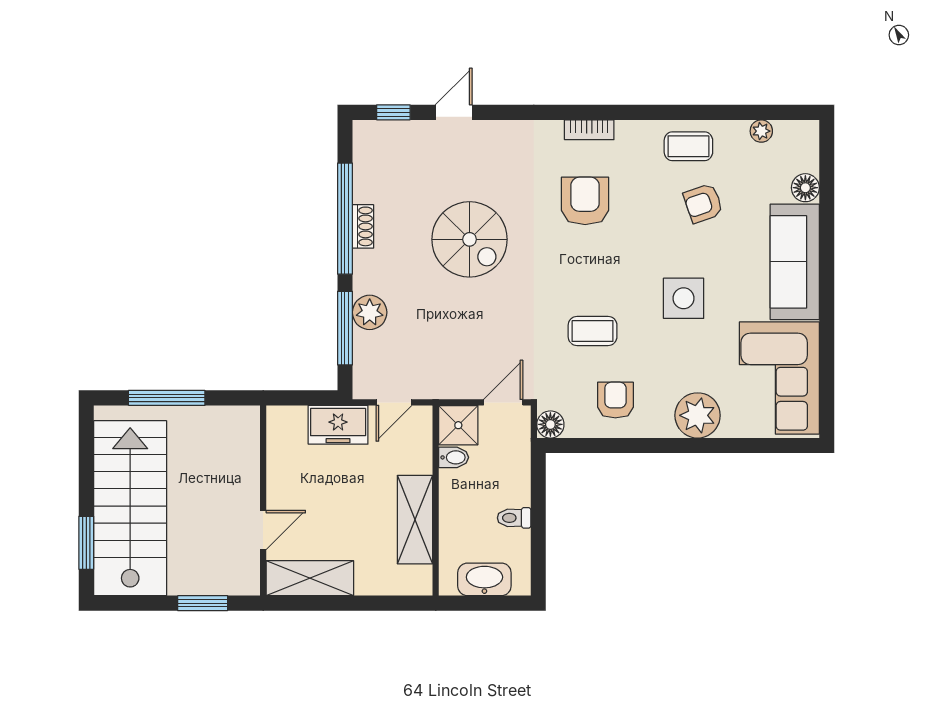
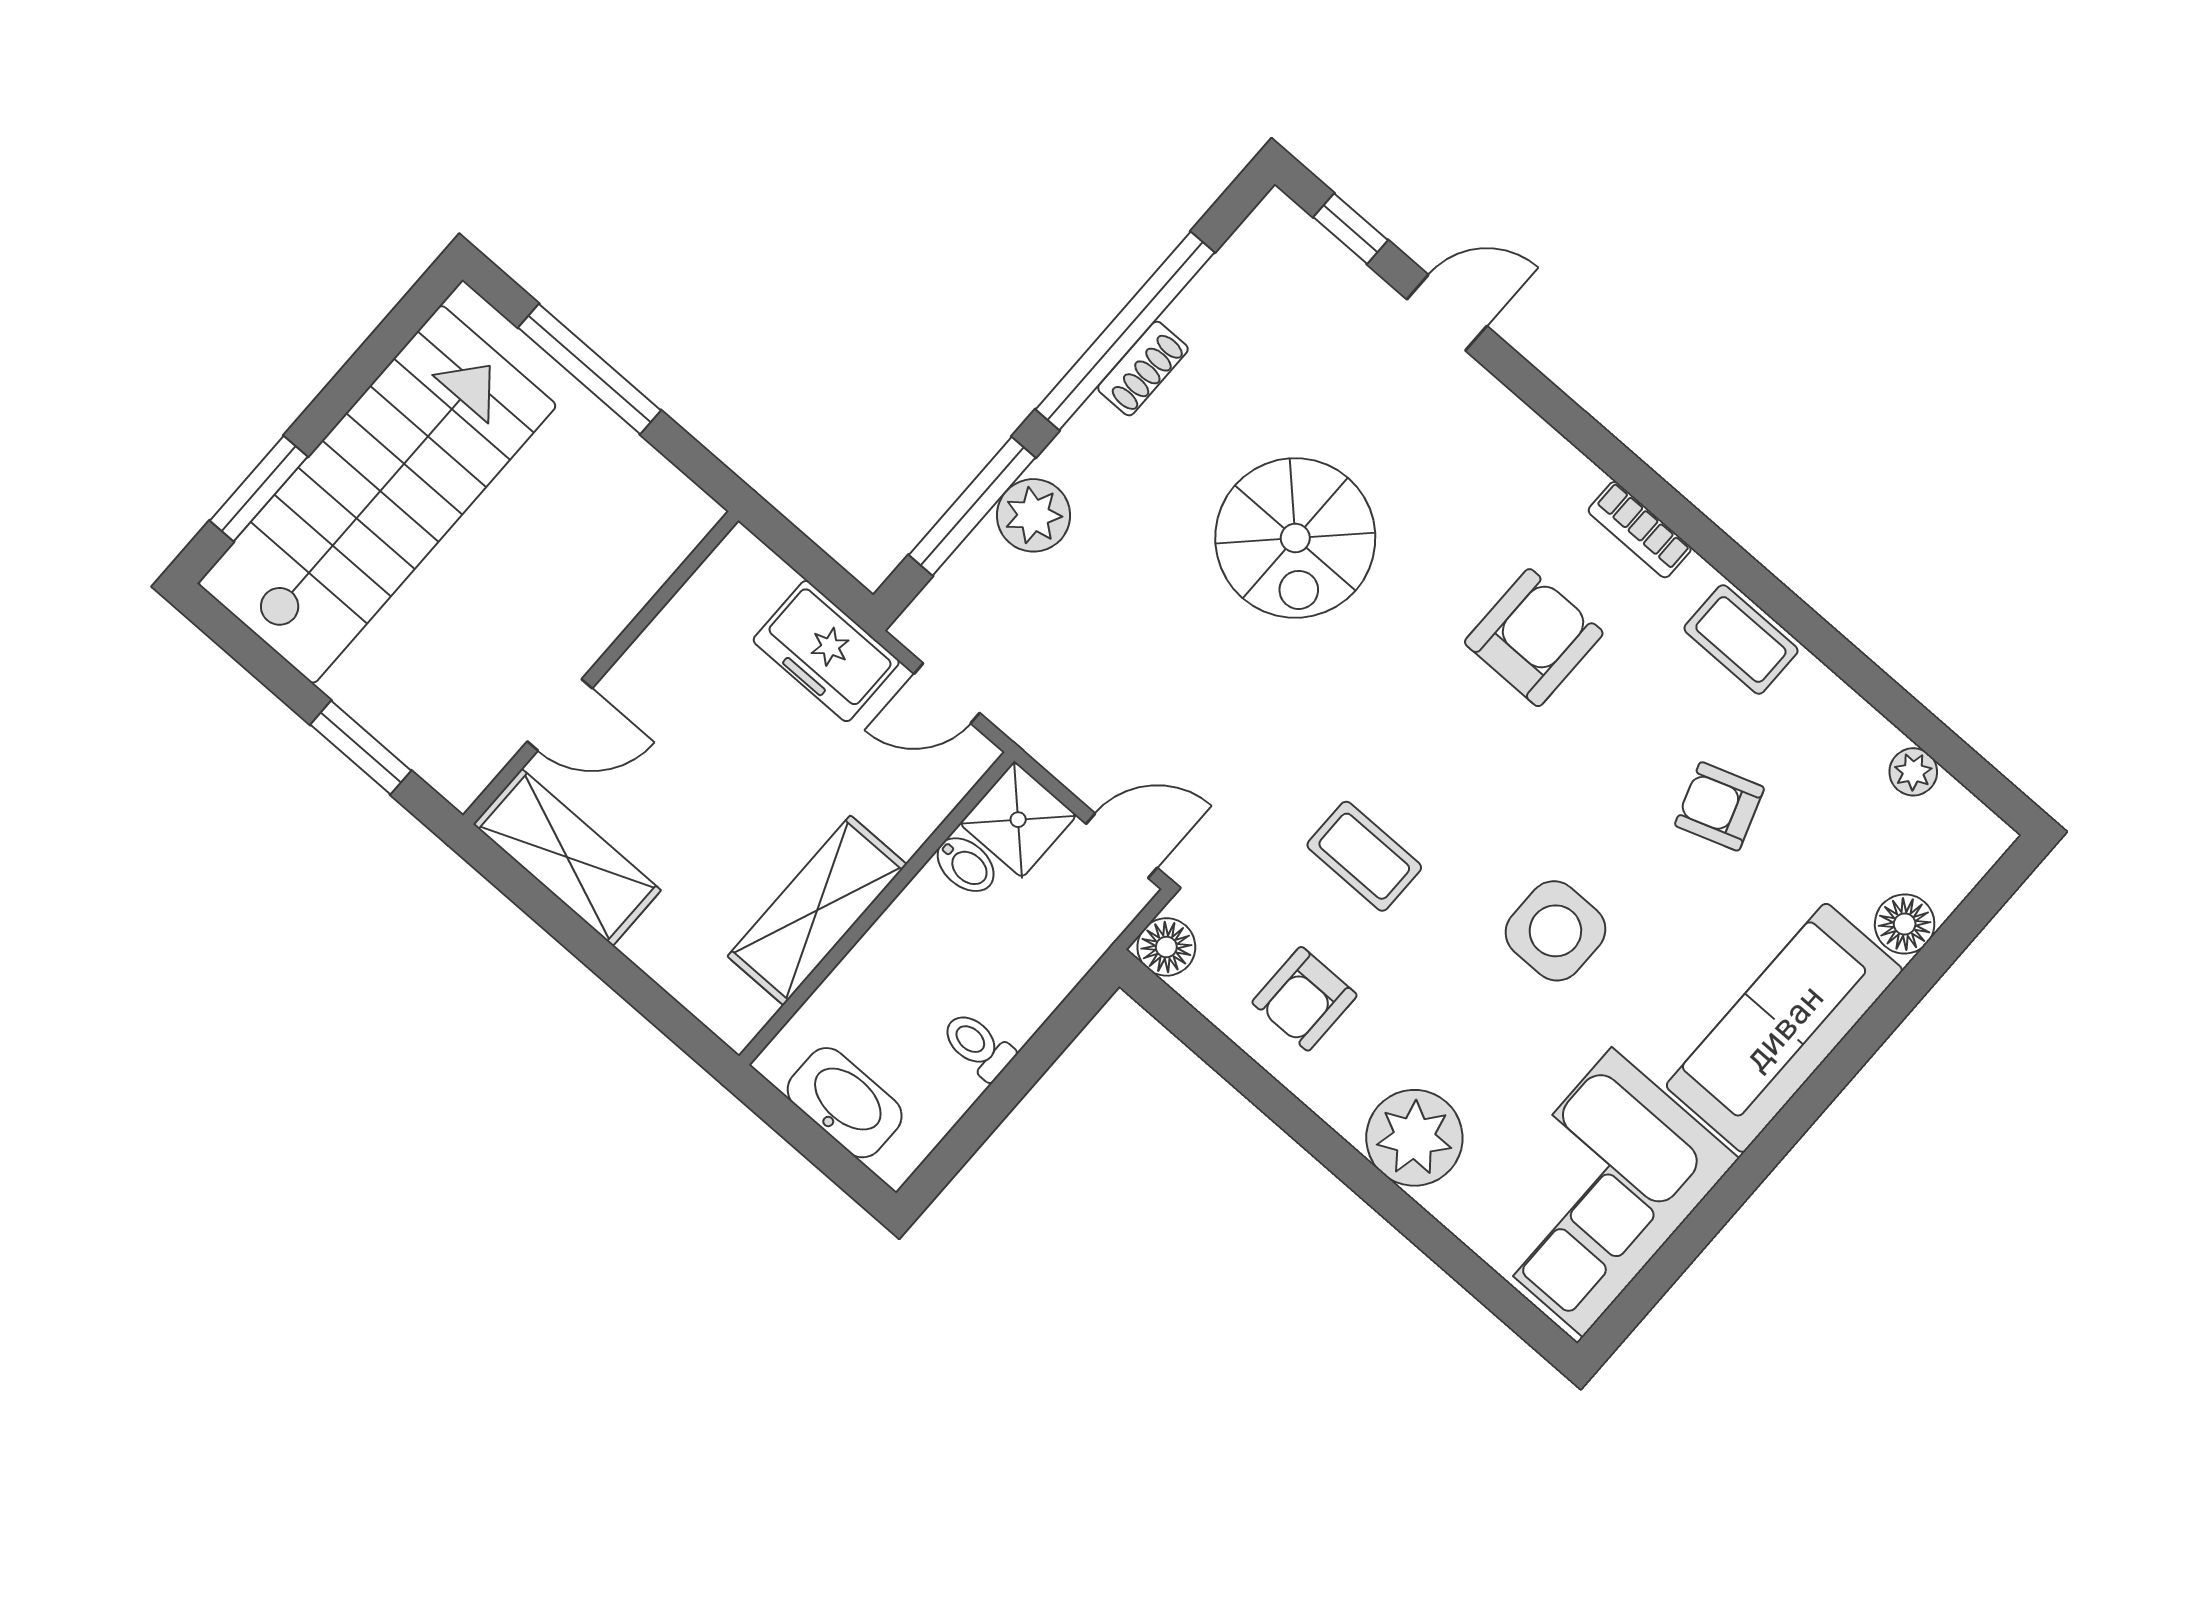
coffee table: (688, 146) -> (1741, 639), moved
armchair: (615, 400) -> (1304, 999), turned 180

